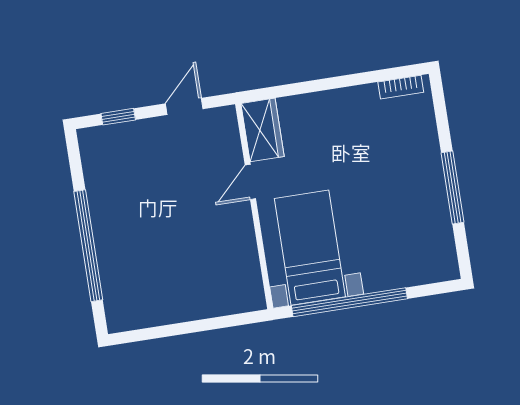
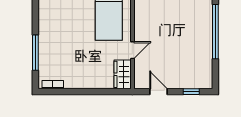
door: (184, 106) -> (159, 92), swing flipped
window: (453, 187) -> (35, 53), moved

